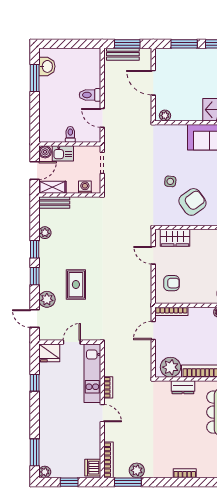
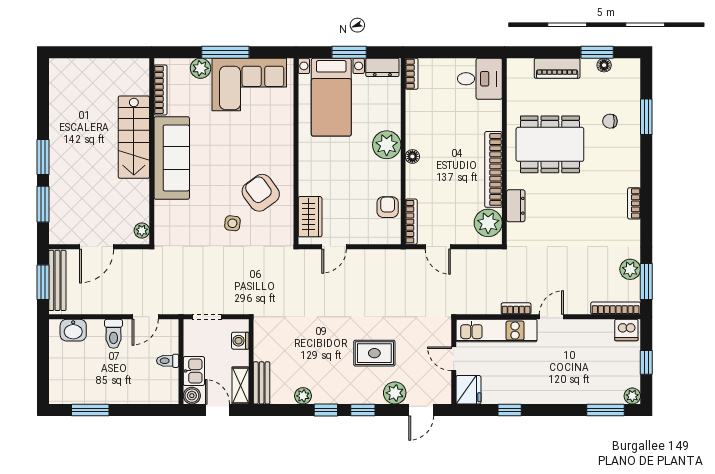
bench: (123, 54) -> (57, 280), width x1.36
washbasin: (47, 66) -> (73, 330), moved, turned 180
armchair: (172, 283) -> (388, 207), moved

